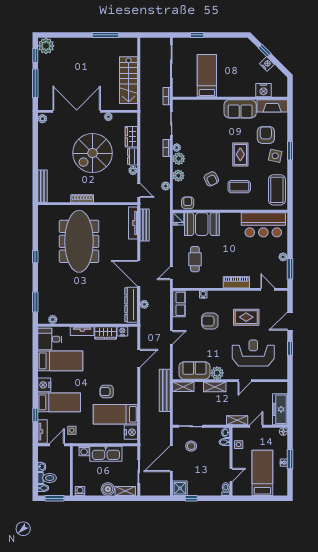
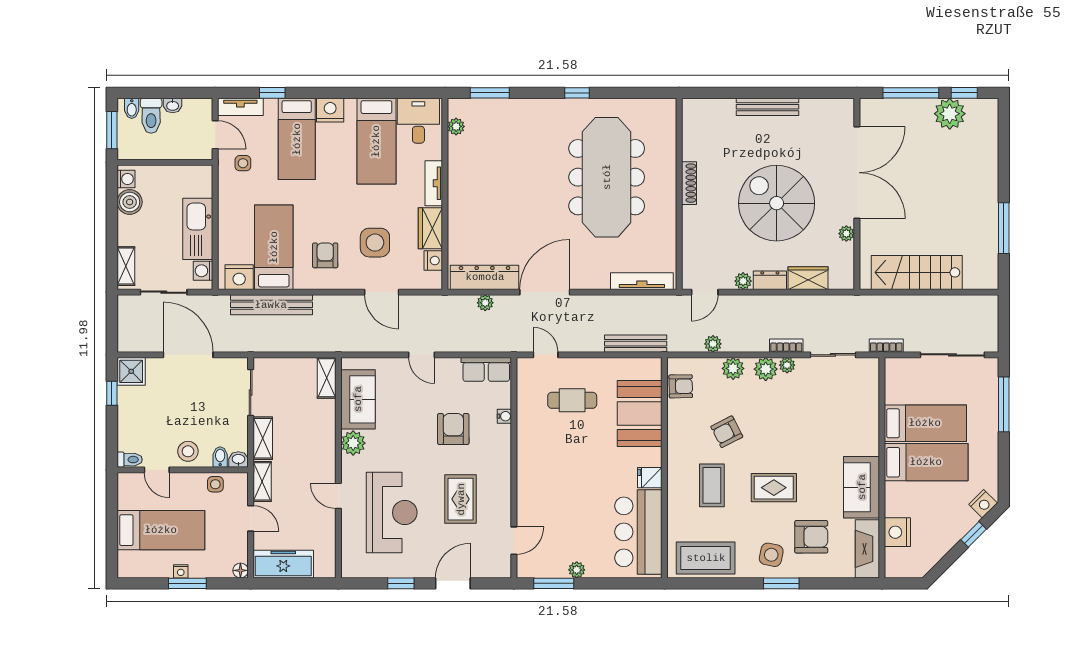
window: (197, 35) -> (1004, 404), width x2.17
plant: (46, 46) -> (950, 114), moved
nightstand: (267, 64) -> (983, 504), moved
bed: (227, 75) -> (926, 462), added
plant: (42, 119) -> (843, 107), removed
bench: (42, 186) -> (768, 107), moved
fridge: (178, 219) -> (650, 478), moved
bench: (145, 225) -> (636, 344), moved
meeting table: (79, 241) -> (607, 177), turned 90
piano: (236, 282) -> (528, 480), removed
door: (290, 321) -> (453, 583), hinge flipped
side table: (113, 362) -> (375, 243), added
shelving: (215, 387) -> (263, 438), moved
bench: (165, 390) -> (271, 305), moved
armchair: (107, 391) -> (325, 255), moved
stool: (191, 446) -> (188, 451), moved
washing machine: (84, 451) -> (203, 271), moved
boiler: (108, 489) -> (130, 202), moved

